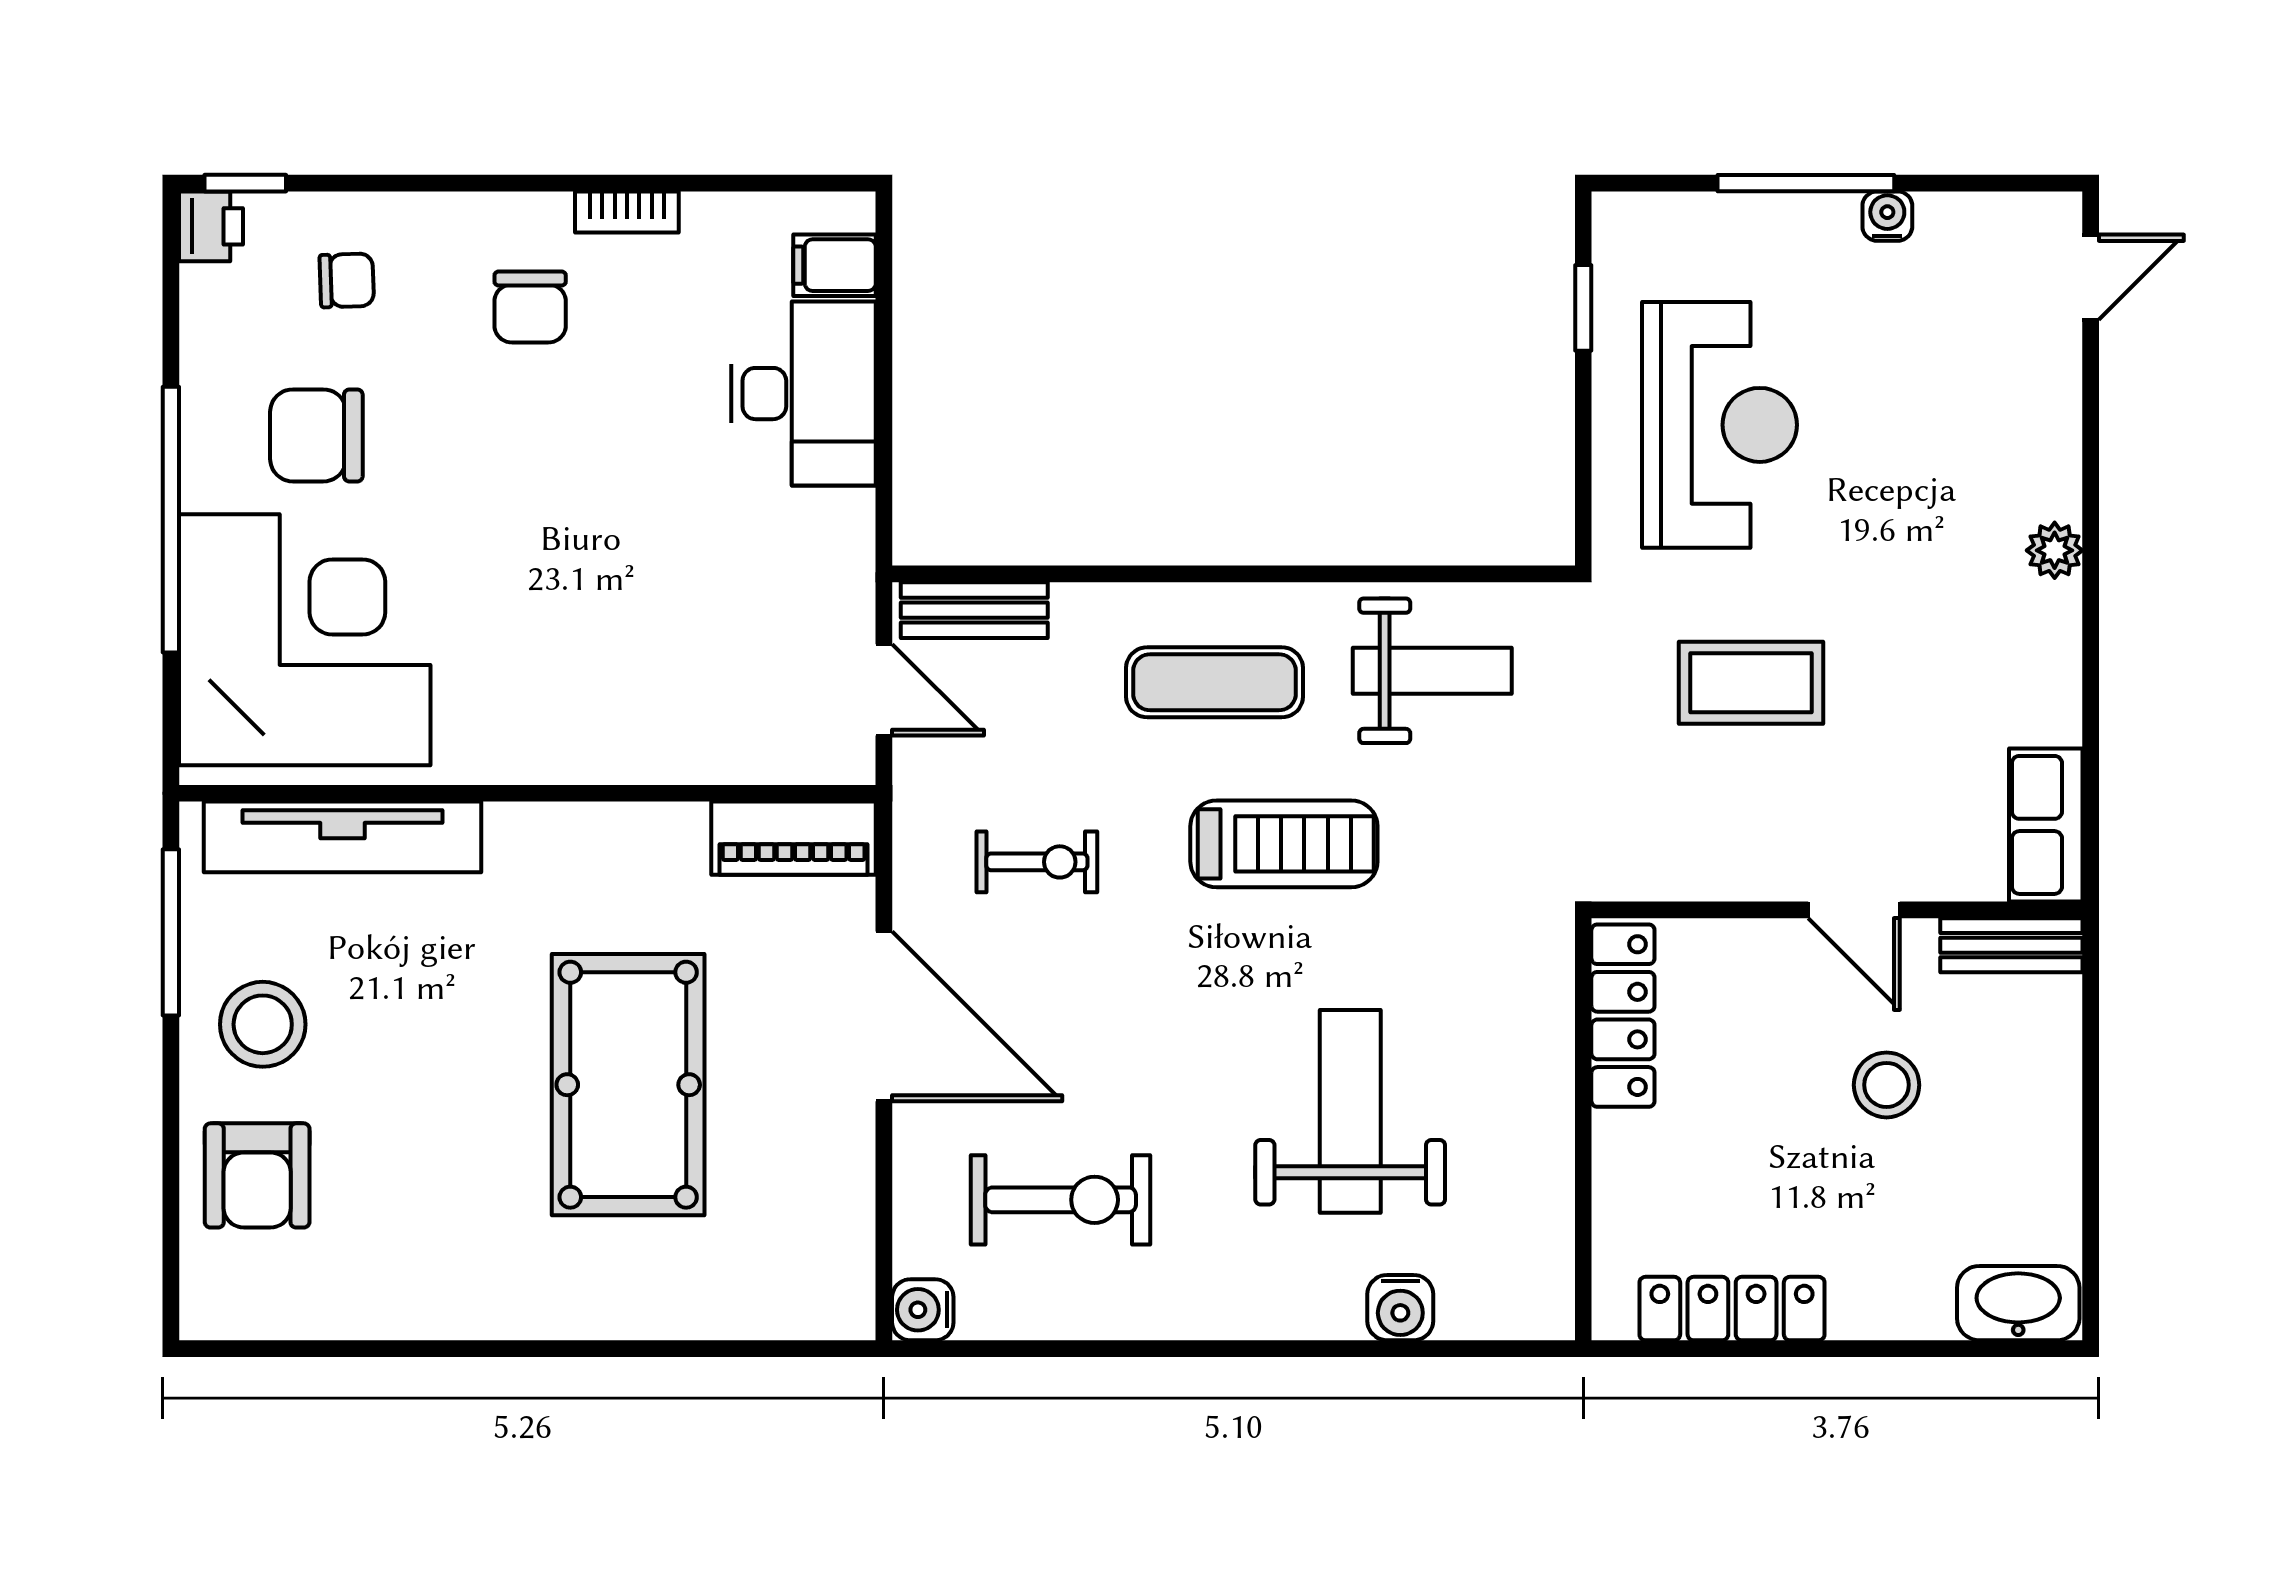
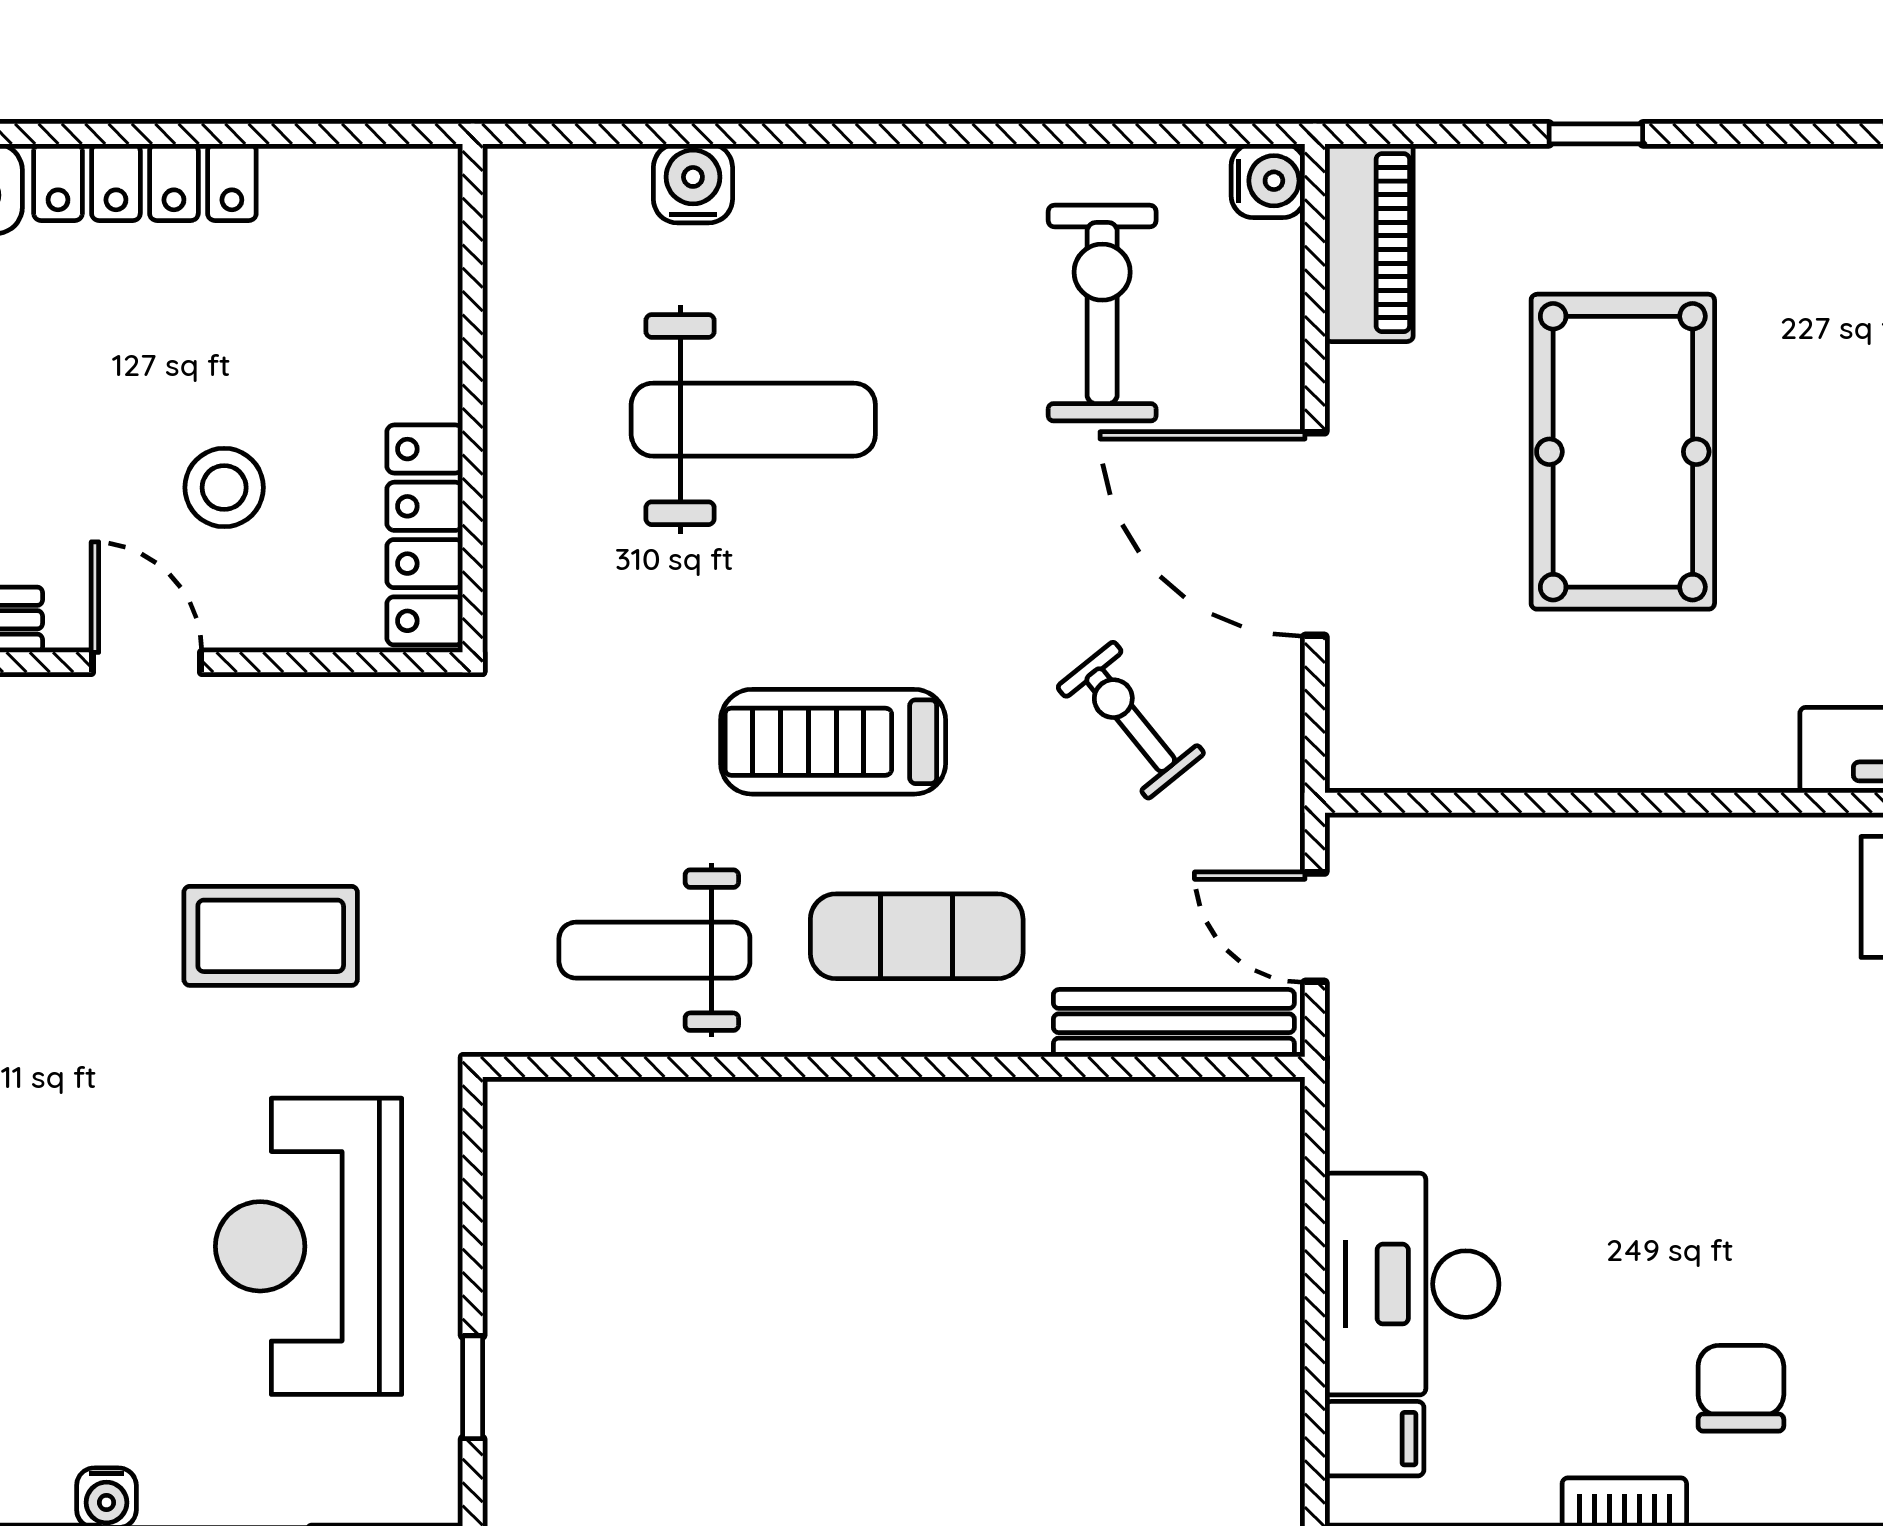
bench: (974, 610) -> (1174, 1023), width x1.36
piano: (794, 838) -> (1369, 243), moved, turned 90
exercise bike: (1037, 862) -> (1131, 720), turned 51
stool: (1887, 1085) -> (224, 488), moved
weight bench: (1350, 1111) -> (753, 420), turned -90
exercise bike: (1061, 1200) -> (1102, 313), turned 90
locker: (1732, 1309) -> (145, 182), moved
window: (651, 1349) -> (1596, 134), added

